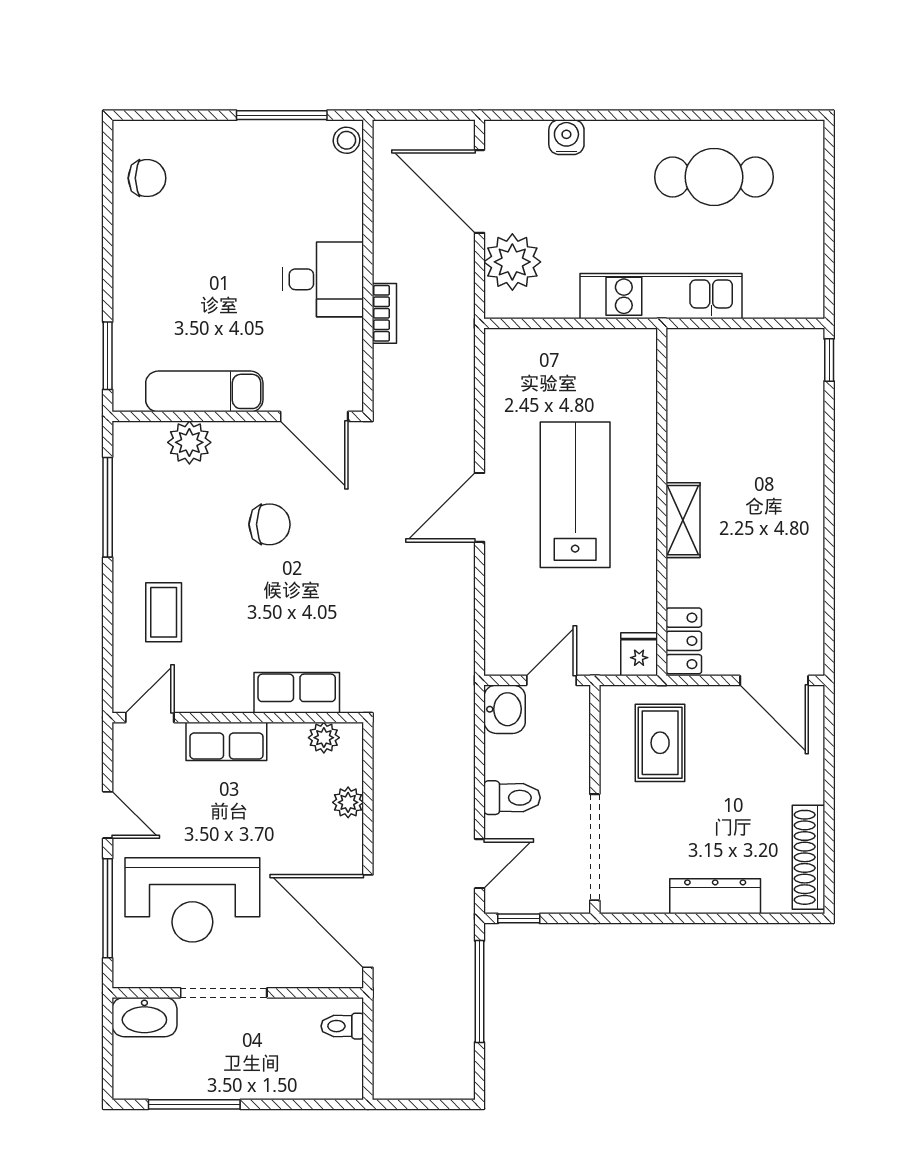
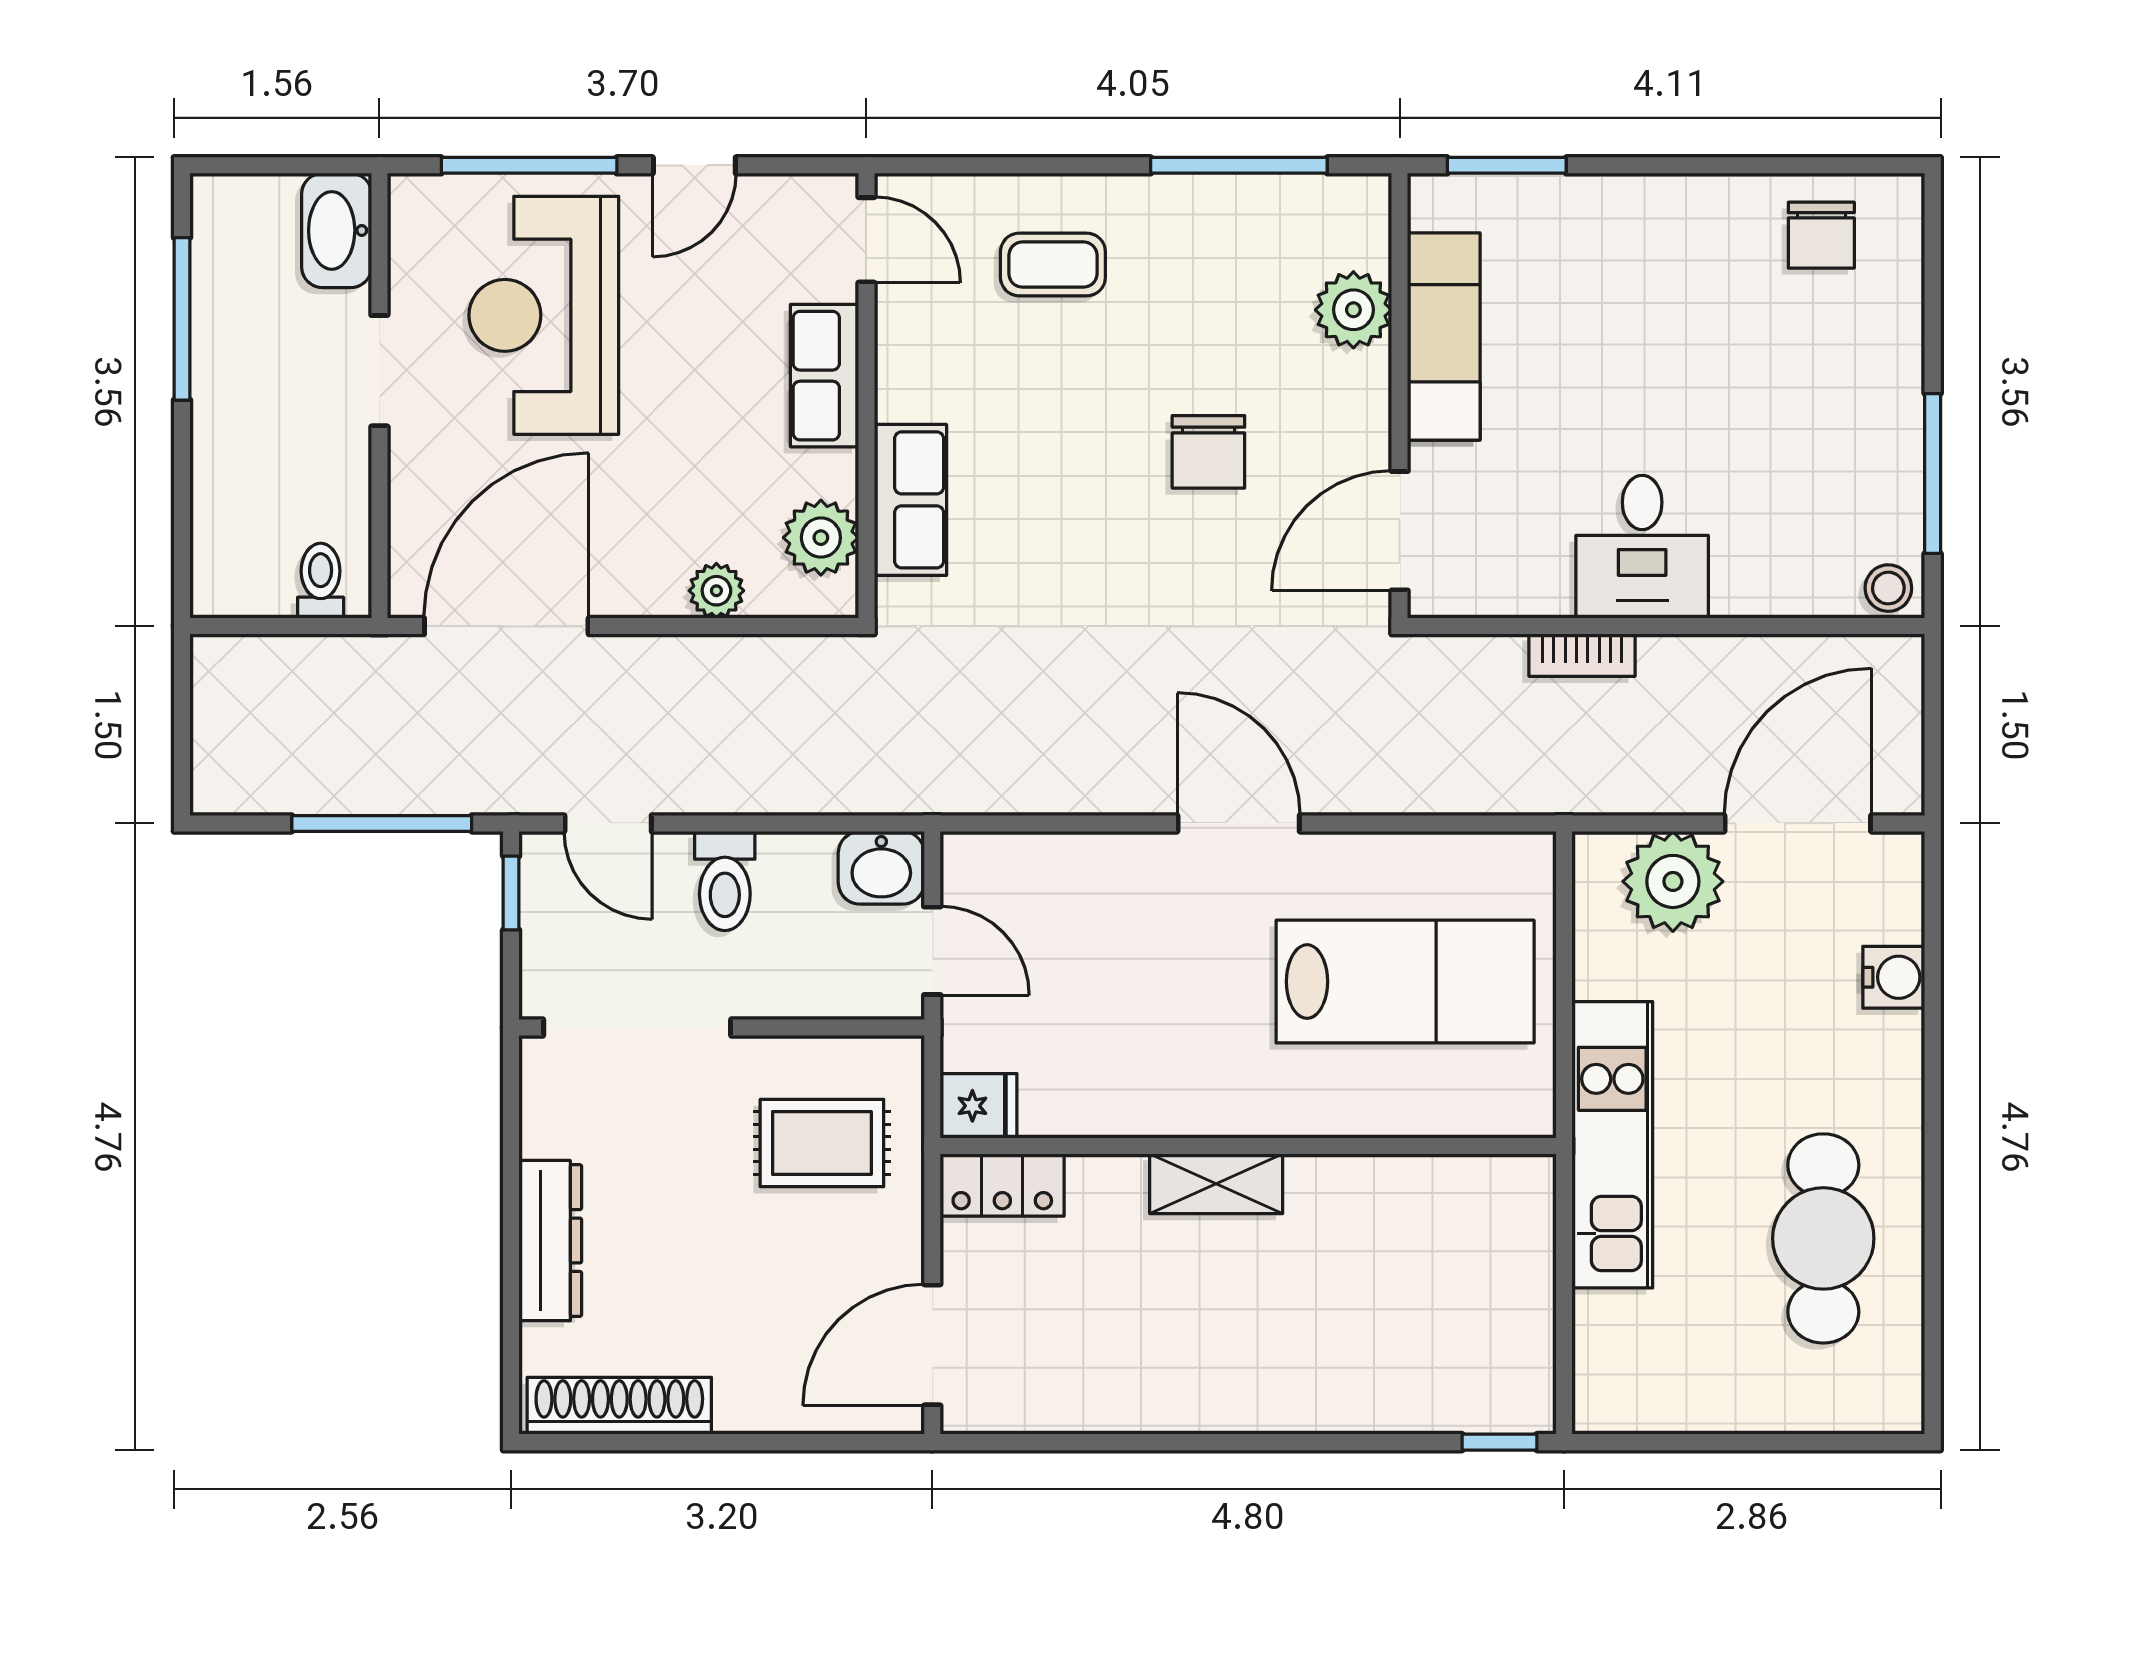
lab bench: (575, 495) -> (1405, 982), moved
plant: (324, 738) -> (821, 538), width x1.38, depth x1.38
doorway: (224, 993) -> (379, 371), width x0.73

